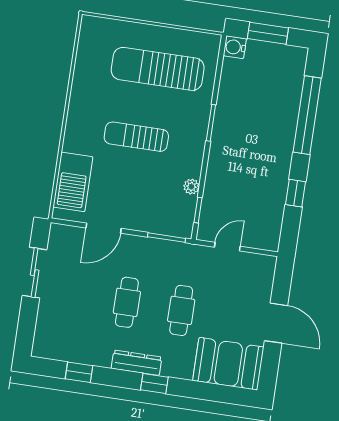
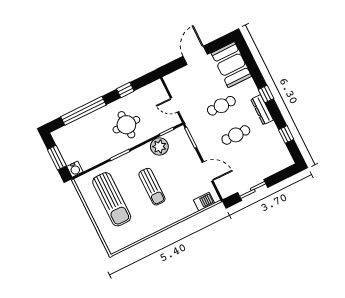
round table: (246, 161) -> (126, 125), added
barbecue: (73, 182) -> (204, 202), width x0.53, depth x0.65
plant: (191, 187) -> (159, 147), width x1.88, depth x1.88

